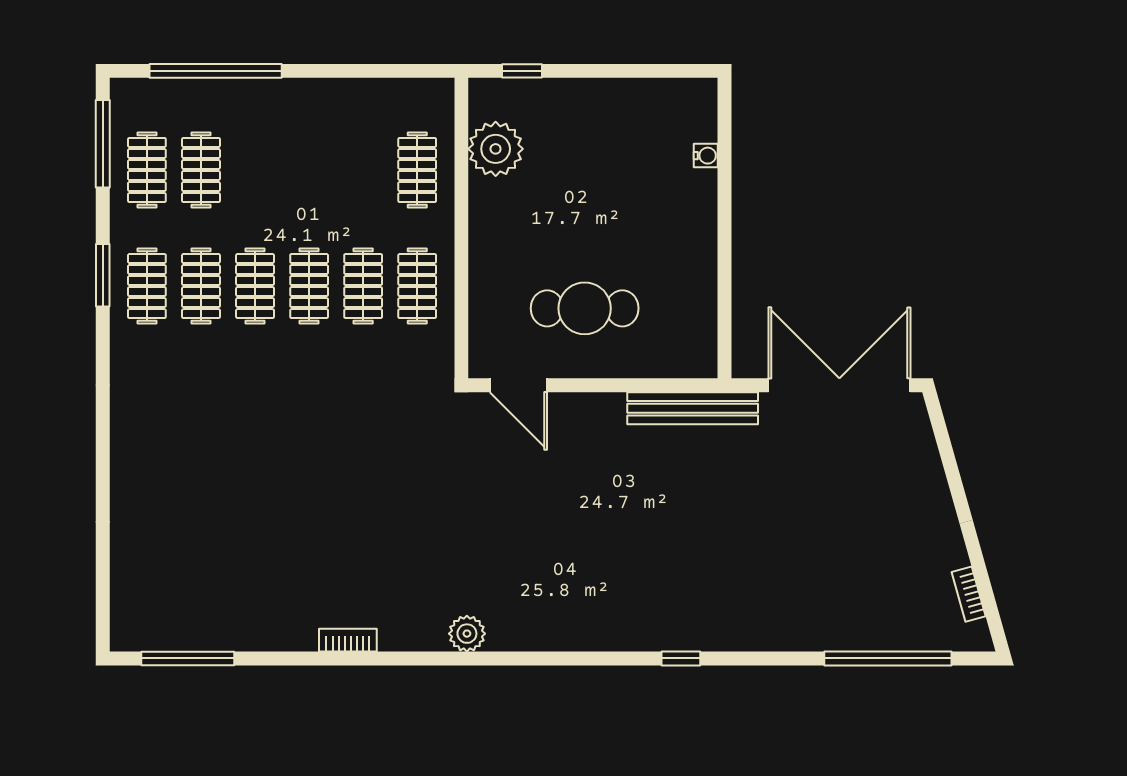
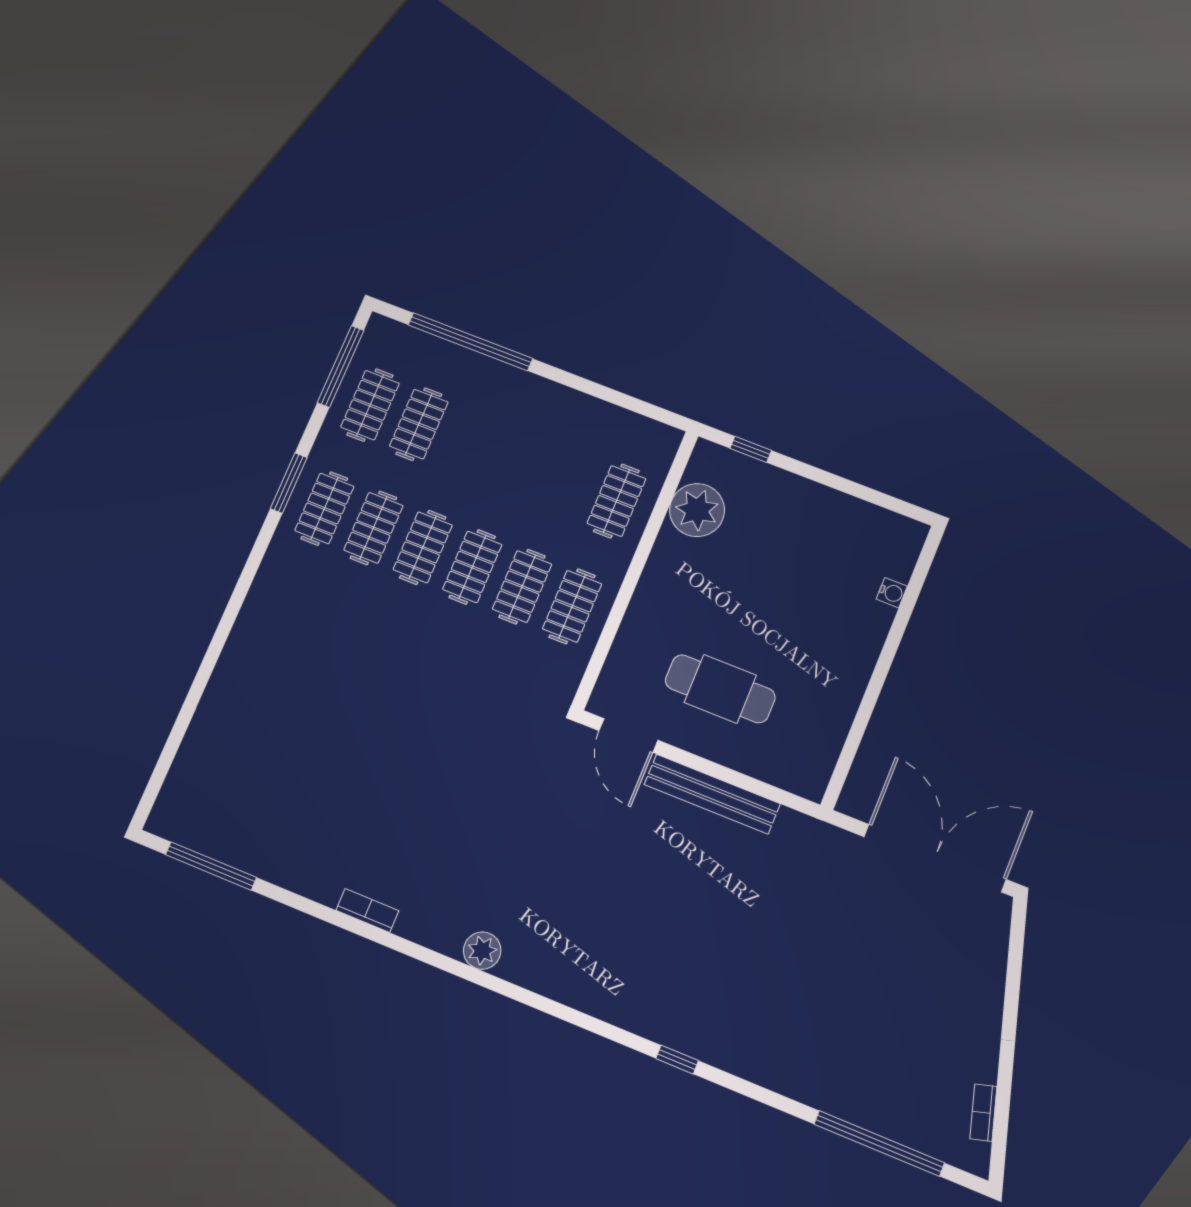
bench: (693, 408) -> (712, 794), moved

